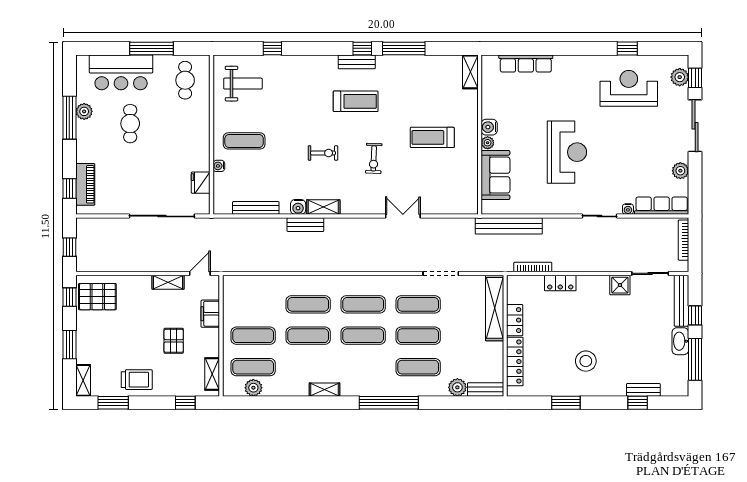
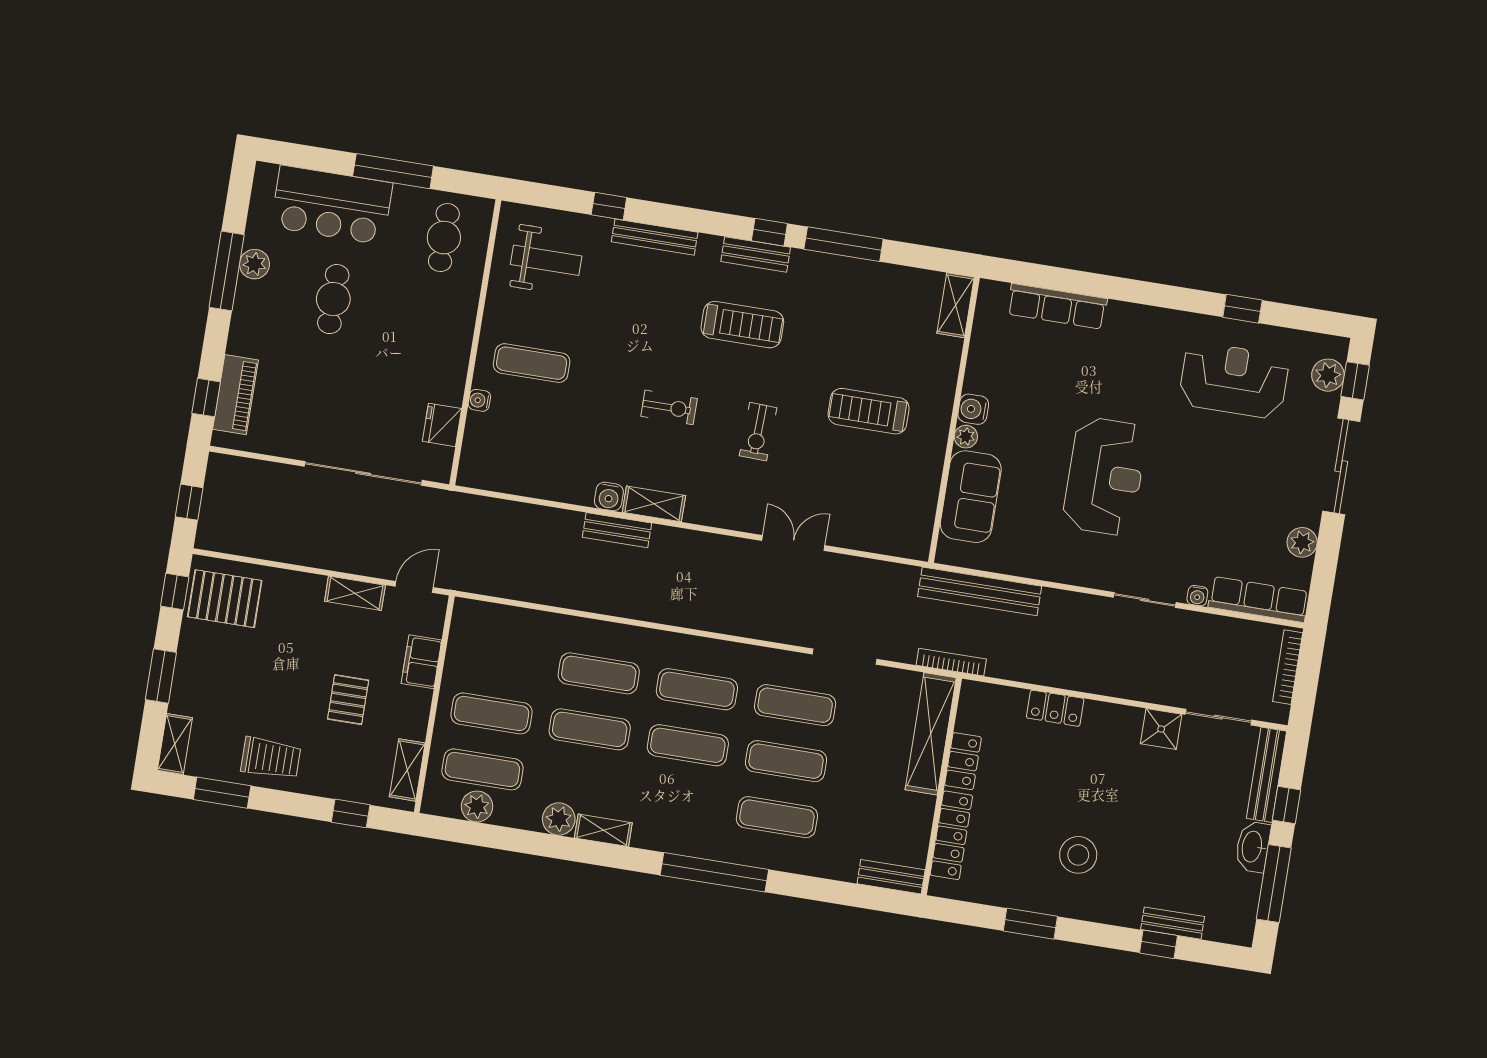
bench: (256, 208) -> (655, 237), moved
bookcase: (533, 267) -> (951, 662), moved
plant: (457, 387) -> (559, 819), moved

